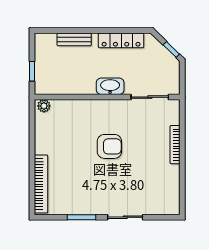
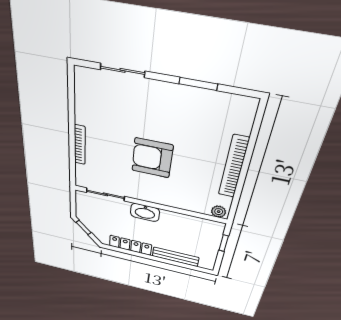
bench: (74, 39) -> (175, 257), width x1.36
armchair: (109, 146) -> (152, 158), width x1.36, depth x1.36
bookcase: (41, 184) -> (233, 167), moved
sliding door: (125, 217) -> (123, 70), moved

